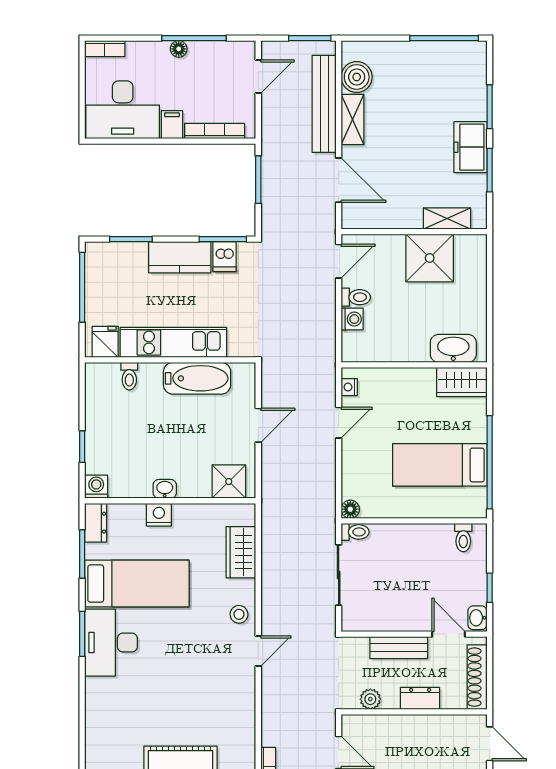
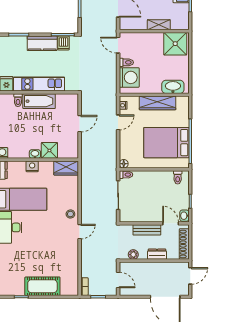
shelving: (447, 219) -> (159, 25), moved
shower: (430, 258) -> (175, 44), moved
door: (339, 261) -> (118, 45), swing flipped
washing machine: (352, 319) -> (129, 77), width x1.89, depth x1.89
bathtub: (197, 378) -> (39, 101), moved
wardrobe: (462, 382) -> (158, 103), moved, width x1.50
bed: (440, 465) -> (166, 143), width x1.50
shower: (229, 481) -> (49, 150), moved
wardrobe: (241, 552) -> (66, 168), moved, turned -90
door: (490, 744) -> (190, 276), hinge flipped

